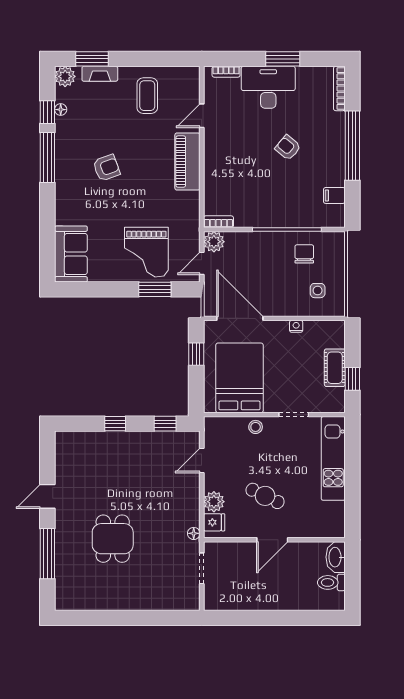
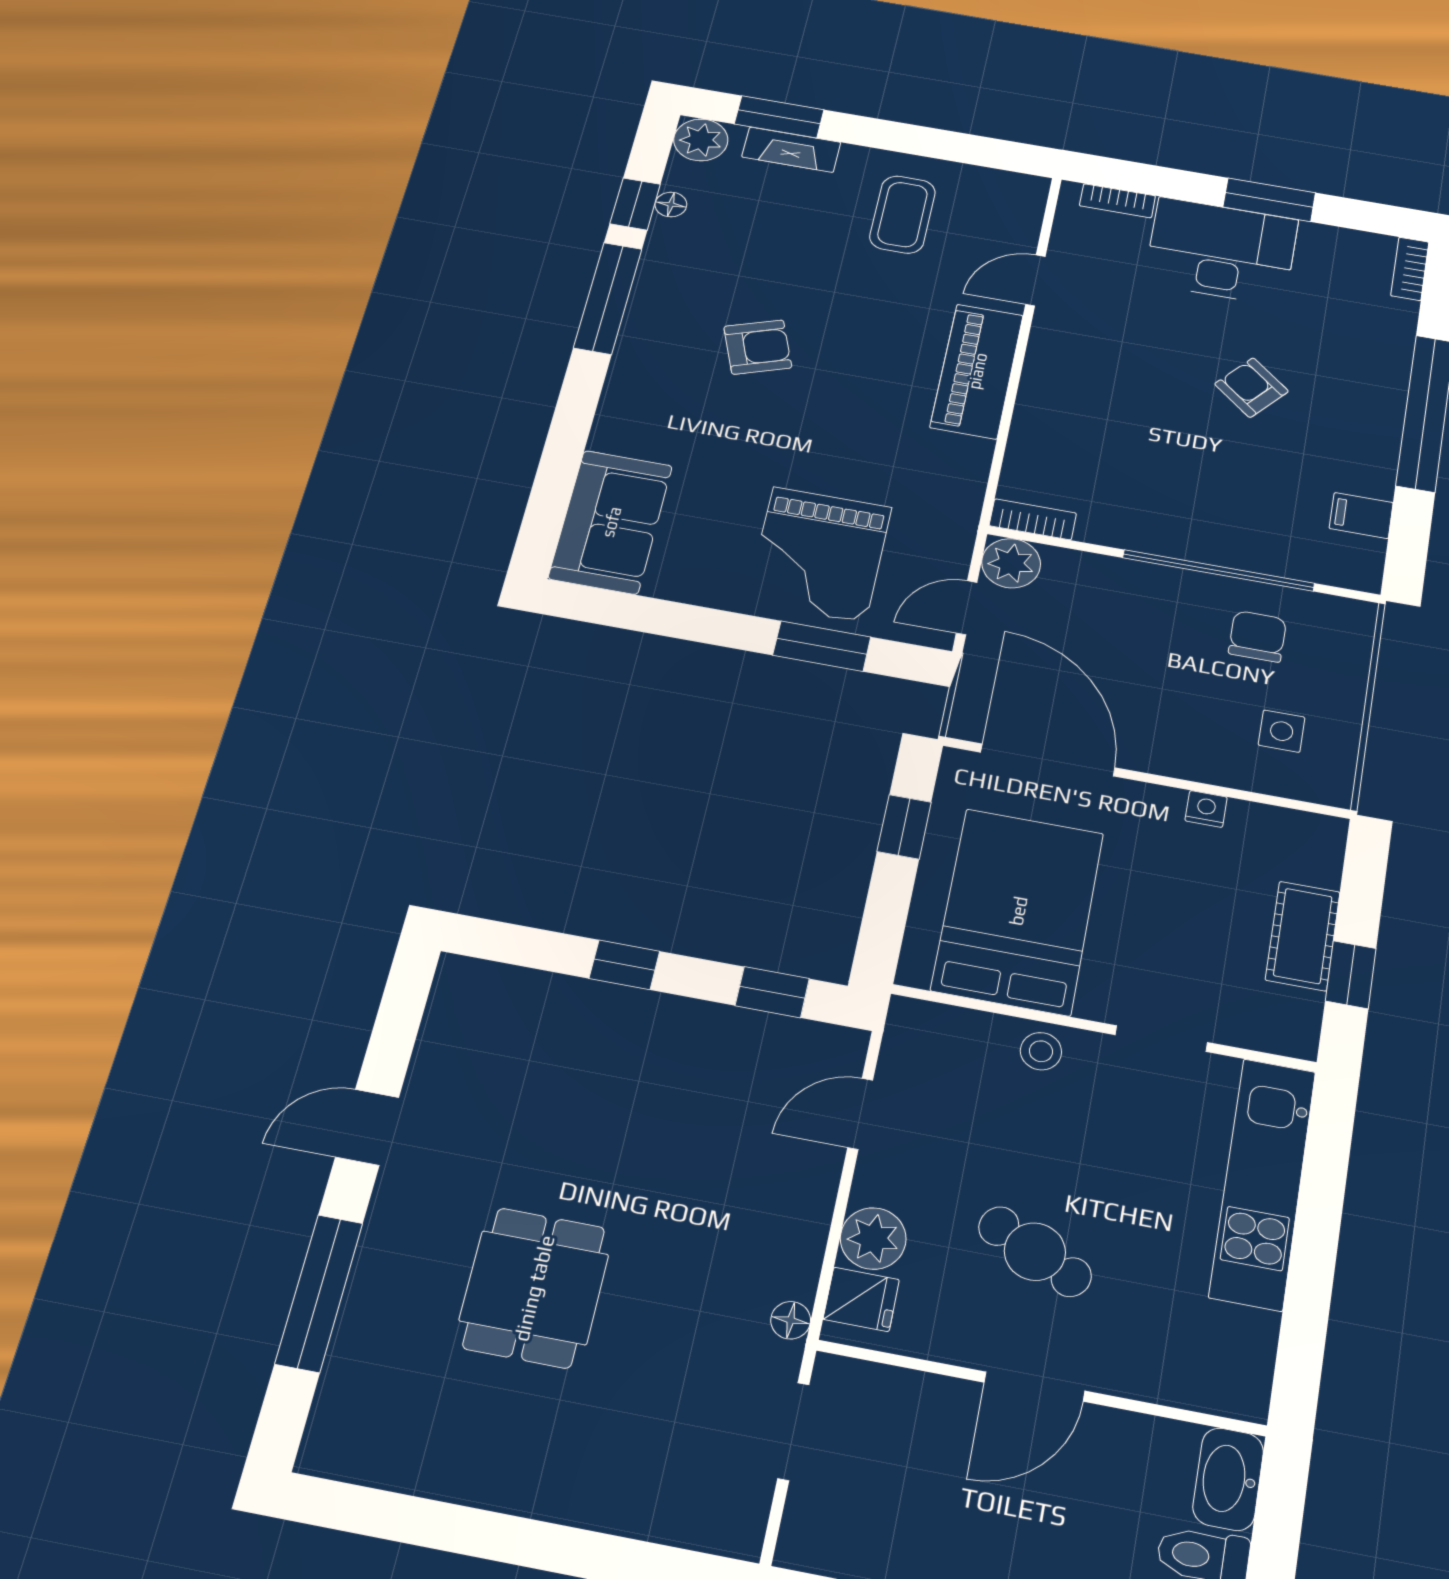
bookcase: (339, 88) -> (1410, 269), width x0.64

